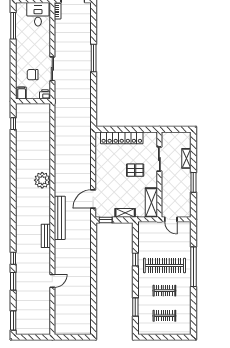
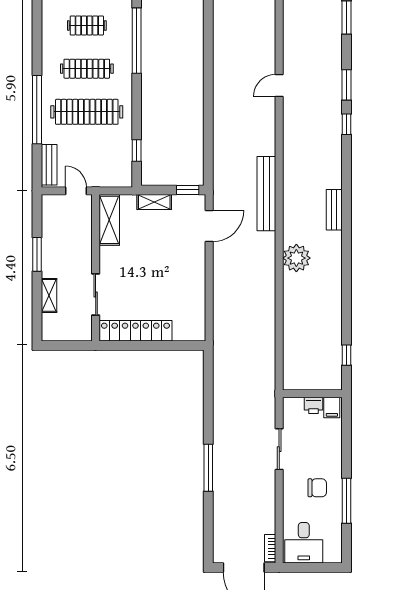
window: (13, 26) -> (346, 501), moved
chair: (33, 75) -> (317, 488), moved
printer: (45, 94) -> (314, 405), moved
locker: (122, 138) -> (135, 331), moved
pallet: (135, 170) -> (137, 275), removed
bench: (186, 235) -> (49, 165), added
bench: (46, 236) -> (334, 210), moved
window: (135, 260) -> (137, 151), moved
clothes rail: (164, 291) -> (87, 69), width x1.36
window: (135, 307) -> (137, 41), width x2.11

